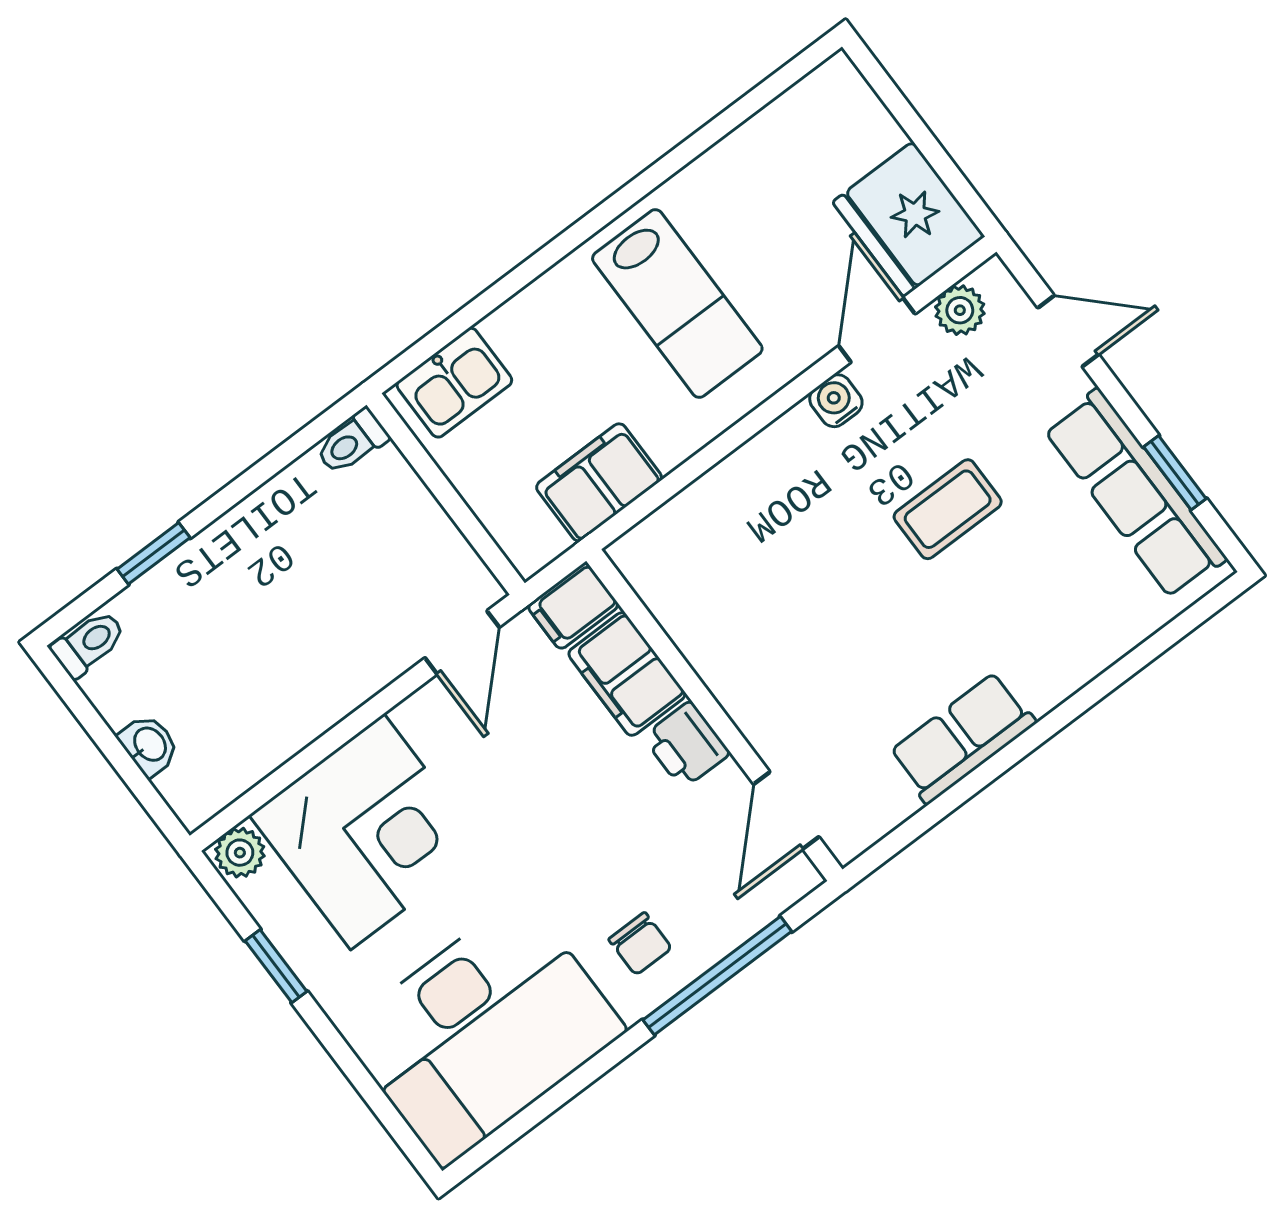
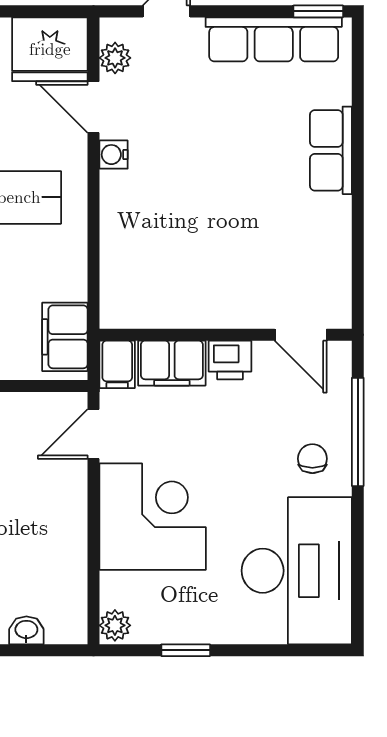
window: (1175, 473) -> (318, 11), moved
filing cabinet: (599, 482) -> (65, 337), moved
coffee table: (948, 509) -> (210, 139), removed
door: (462, 642) -> (94, 434), swing flipped
row of seats: (962, 738) -> (331, 150), moved
corner desk: (367, 832) -> (153, 517), moved
chair: (640, 944) -> (312, 459), turned -90

